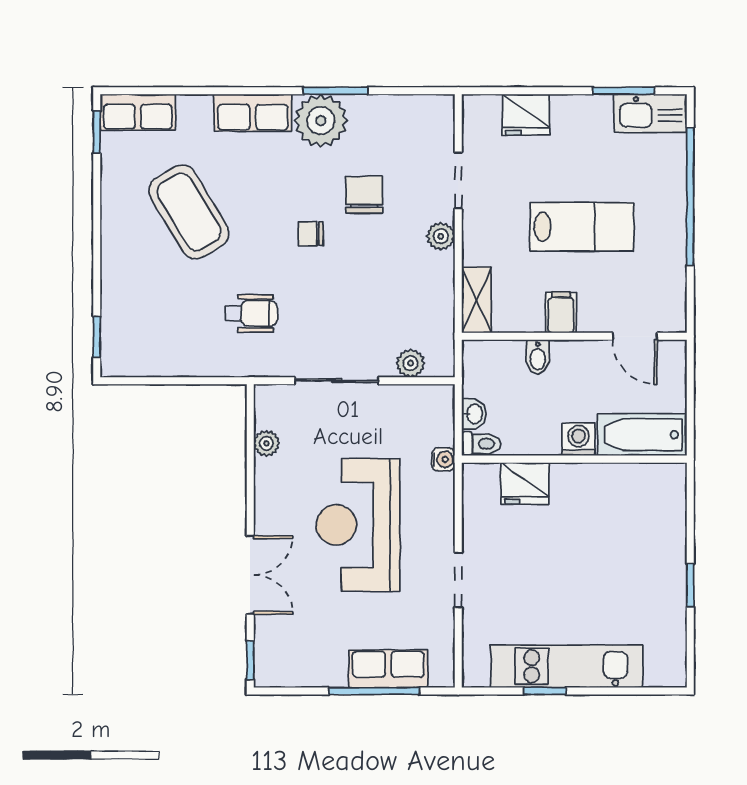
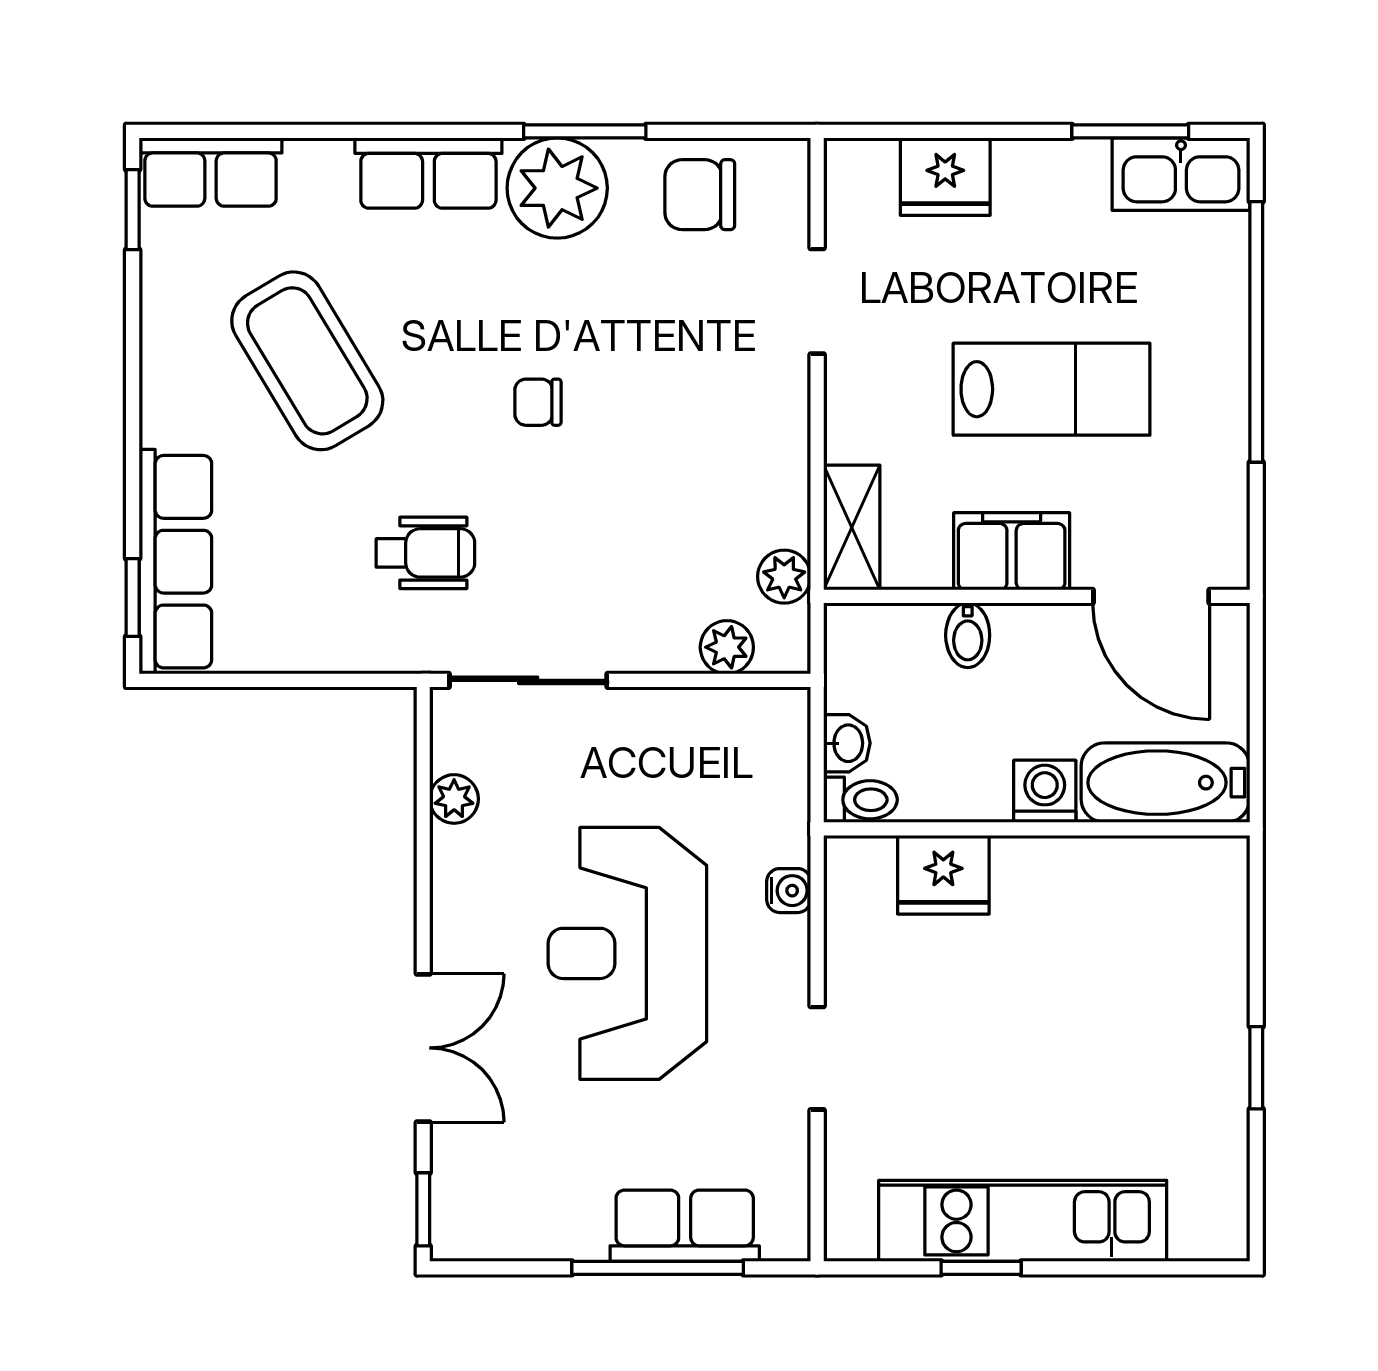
chair: (364, 195) -> (700, 195), moved, turned -90
plant: (441, 236) -> (784, 577), moved
filing cabinet: (561, 313) -> (1012, 551), width x2.00
row of seats: (119, 318) -> (175, 562), added
door: (635, 336) -> (1151, 596), width x1.38
sliding door: (337, 381) -> (528, 680), moved
water cooler: (443, 459) -> (789, 891), moved

